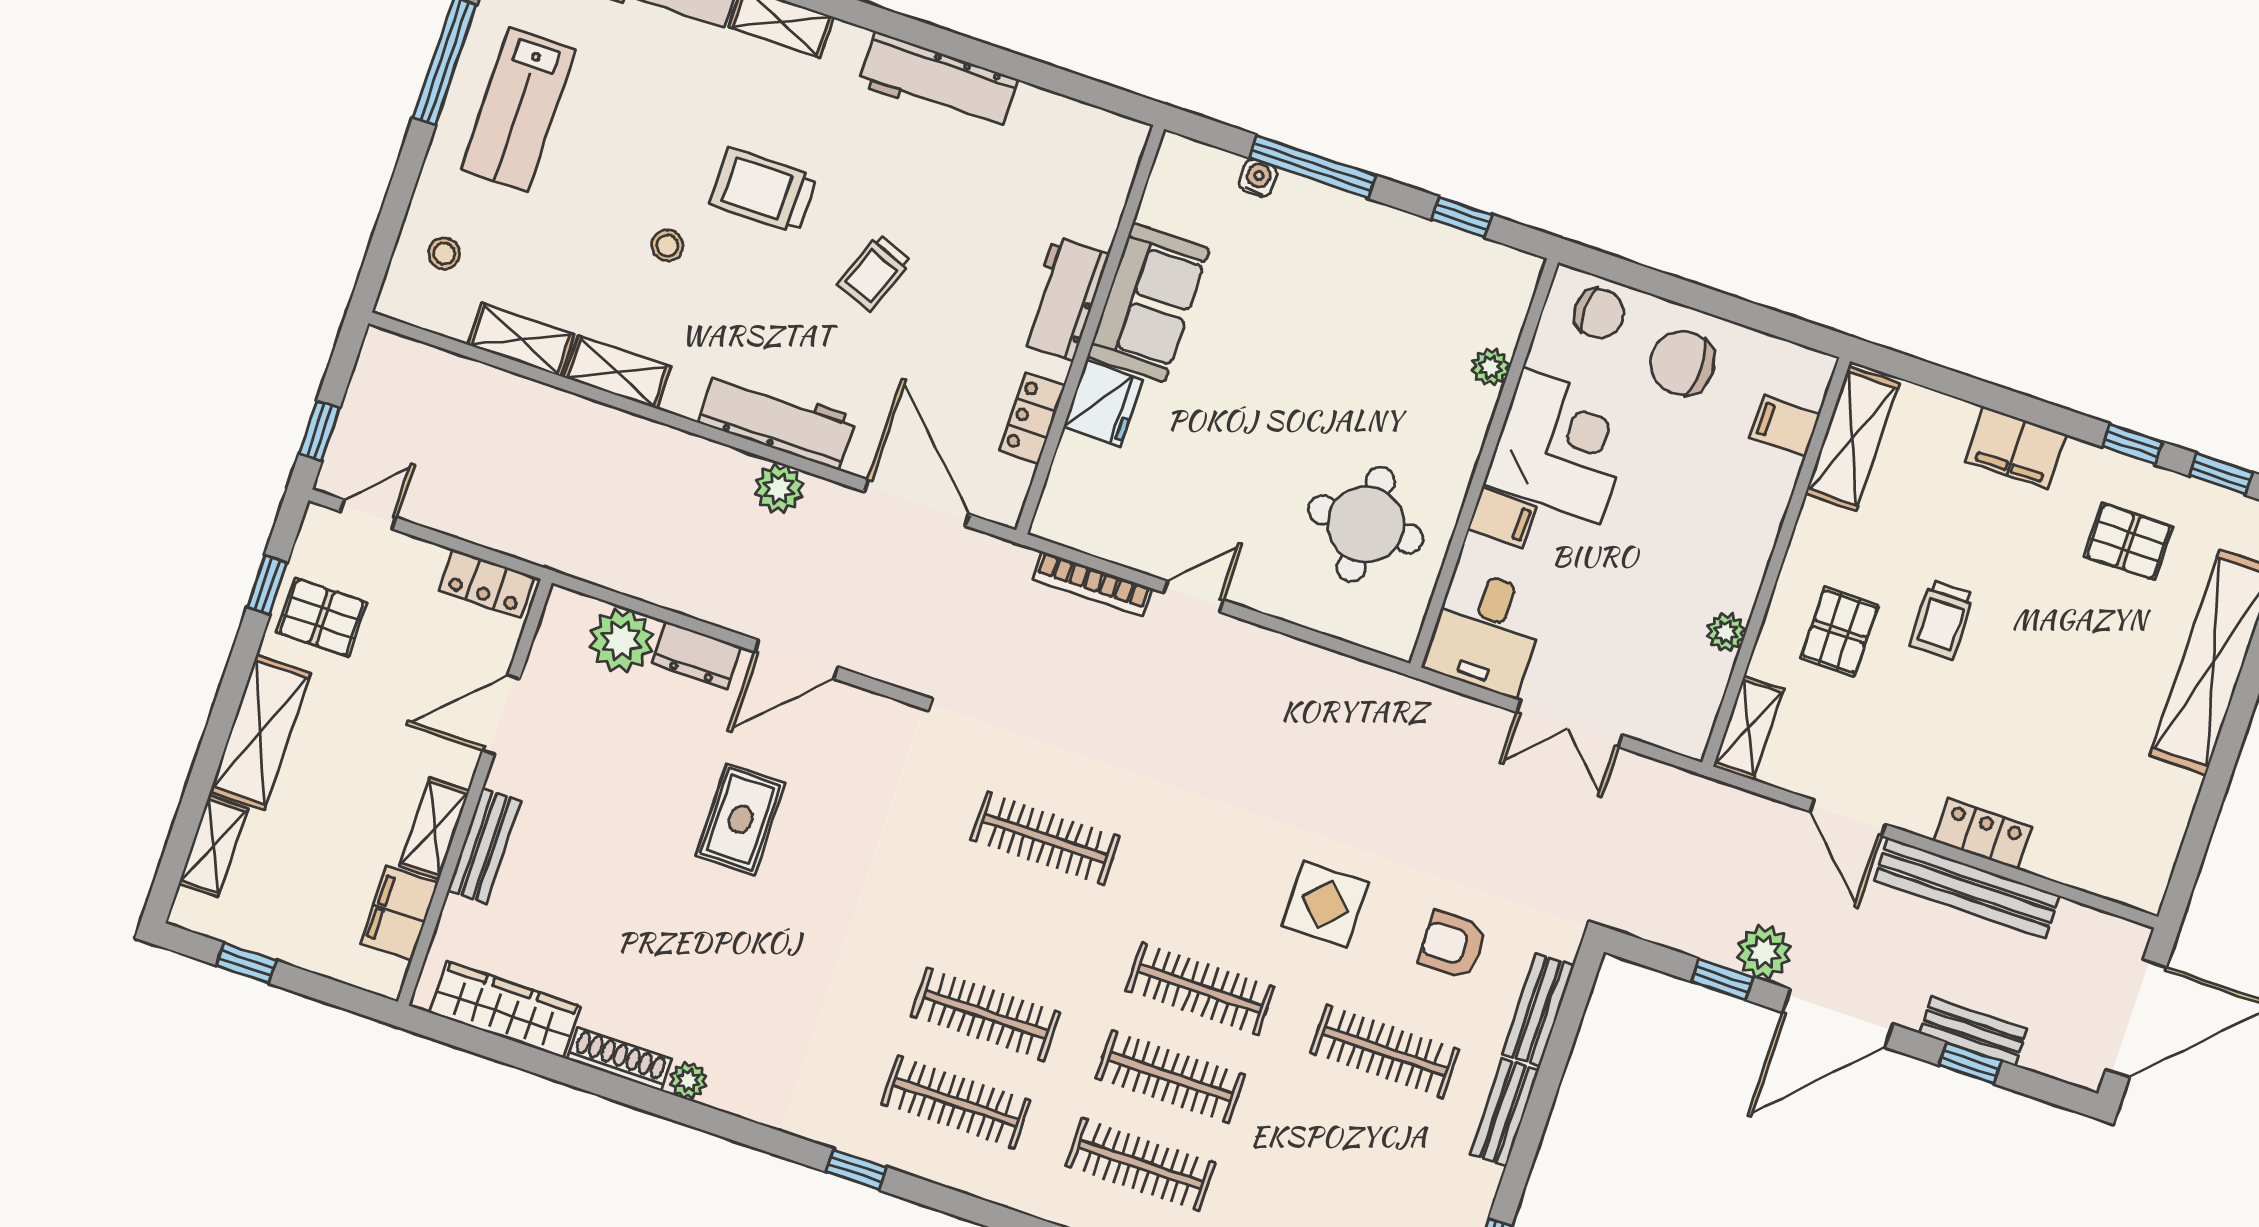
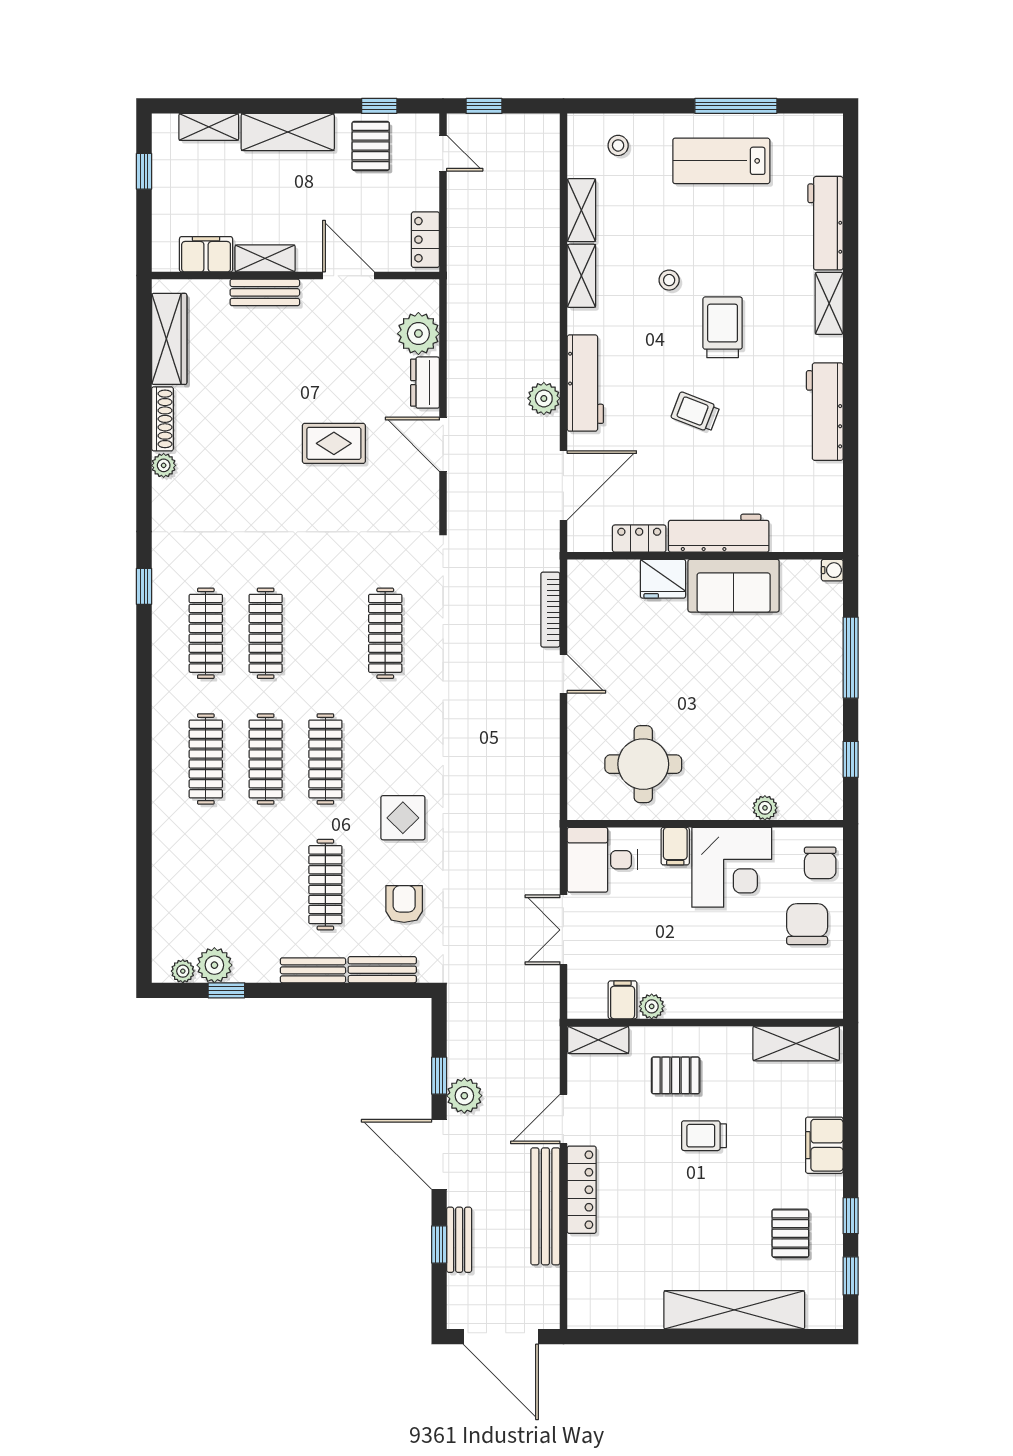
water cooler: (1258, 178) -> (832, 570), moved
workbench: (1064, 299) -> (719, 533), width x1.38
filing cabinet: (1785, 426) -> (623, 1000), moved
locker: (1983, 834) -> (582, 1190), width x1.53

